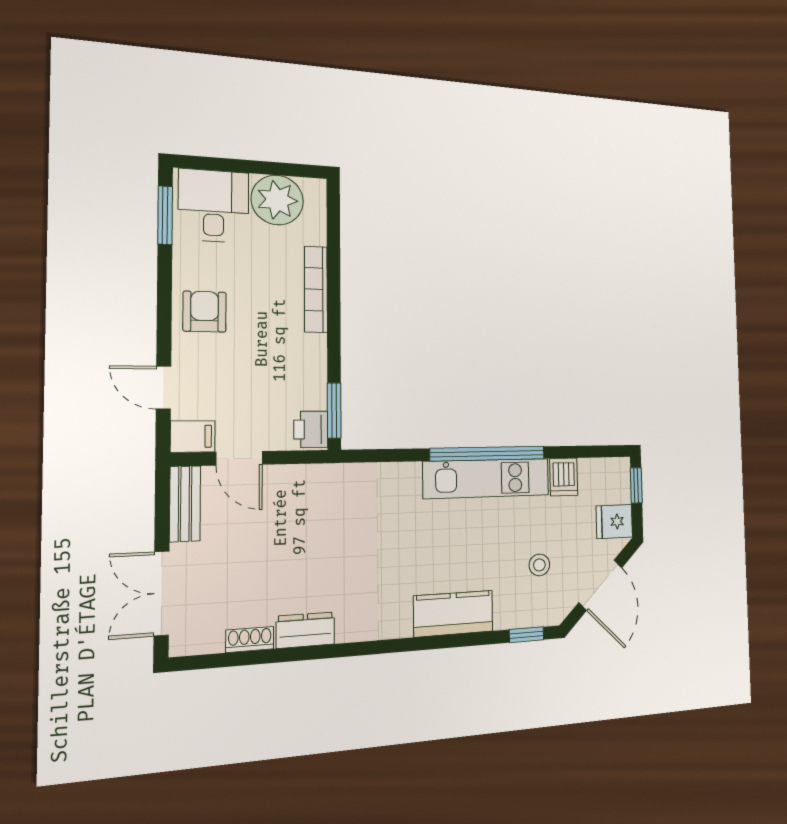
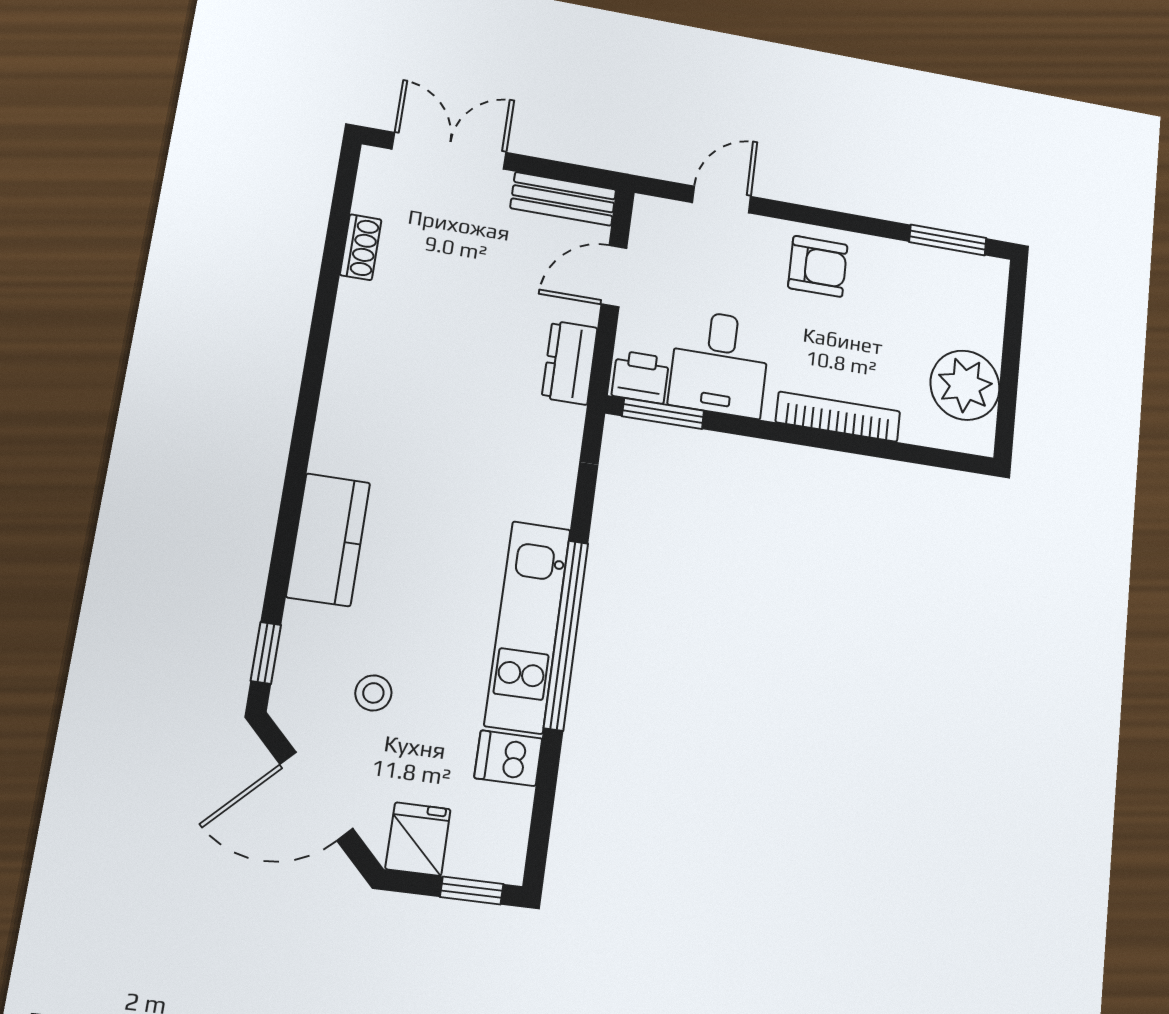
desk: (214, 206) -> (720, 363), moved, turned 90
filing cabinet: (193, 436) -> (652, 223), removed
dresser: (305, 630) -> (570, 363), moved, turned 180

